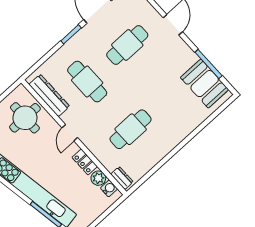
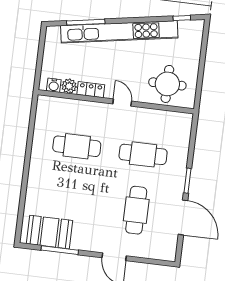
dresser: (49, 95) -> (163, 118), removed
cafe table: (131, 129) -> (77, 146), turned 90
dresser: (122, 178) -> (51, 102), removed

